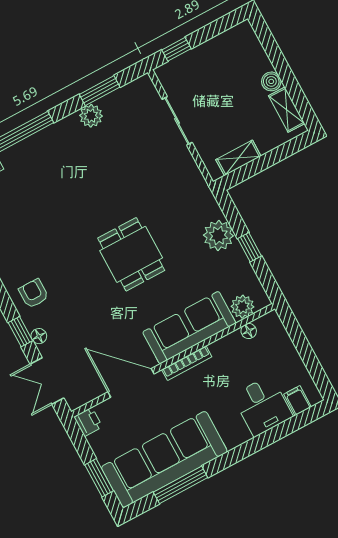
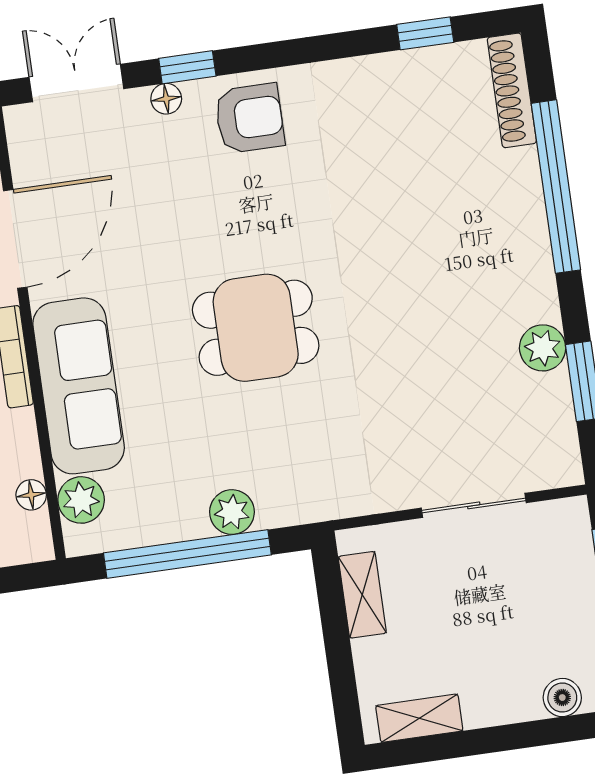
boiler: (271, 81) -> (562, 698), moved
plant: (218, 235) -> (232, 512), width x0.73, depth x0.73
window: (249, 247) -> (187, 554), width x3.17
armchair: (34, 293) -> (250, 118), width x1.38, depth x1.38

